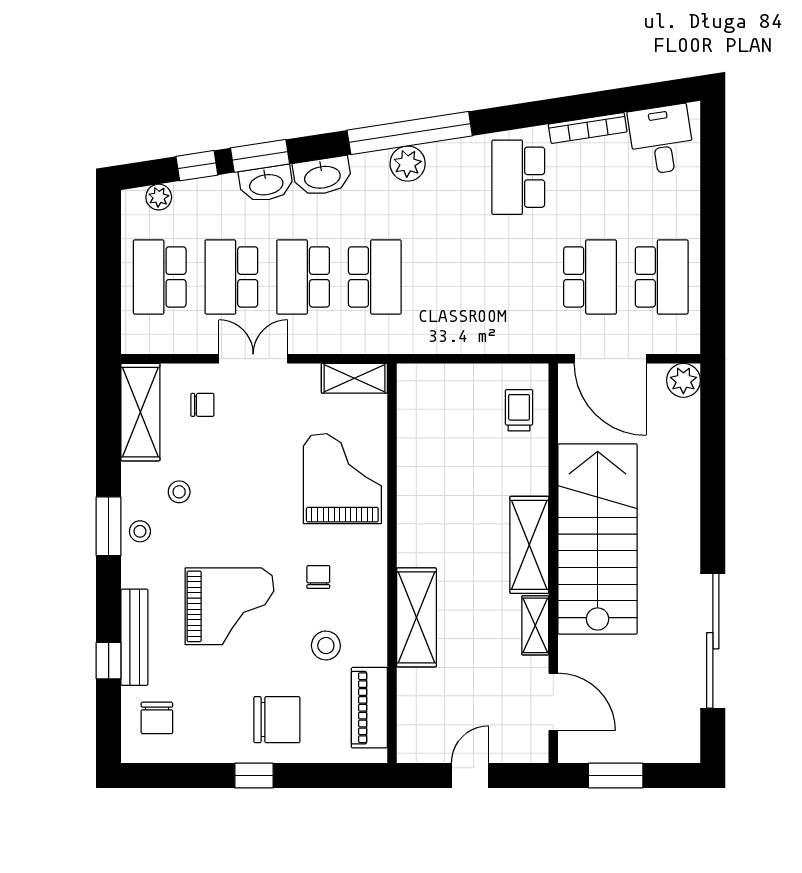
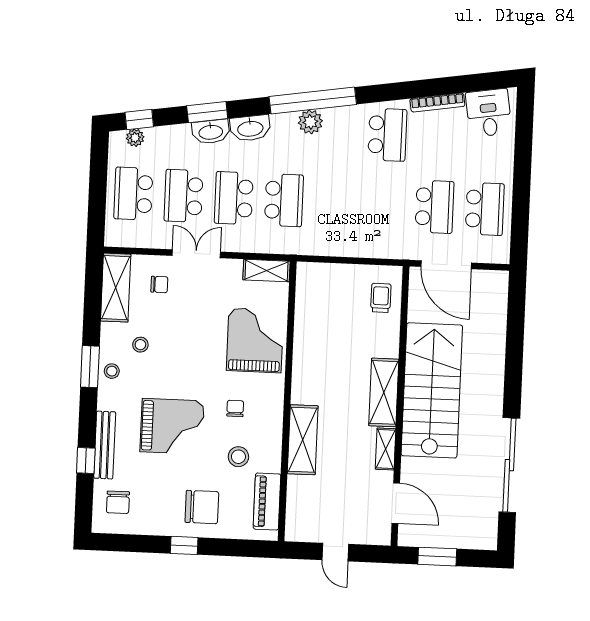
window: (197, 166) -> (139, 119), moved
school desk: (518, 177) -> (387, 135), turned 180
plant: (683, 380) -> (497, 282), removed
door: (470, 776) -> (335, 552), swing flipped

